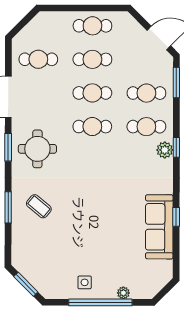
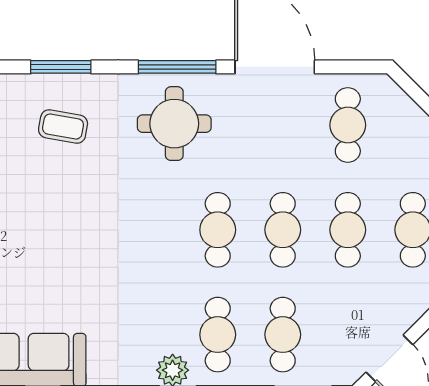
window: (8, 147) -> (177, 67), width x1.44
coffee table: (39, 206) -> (63, 127), turned 60

